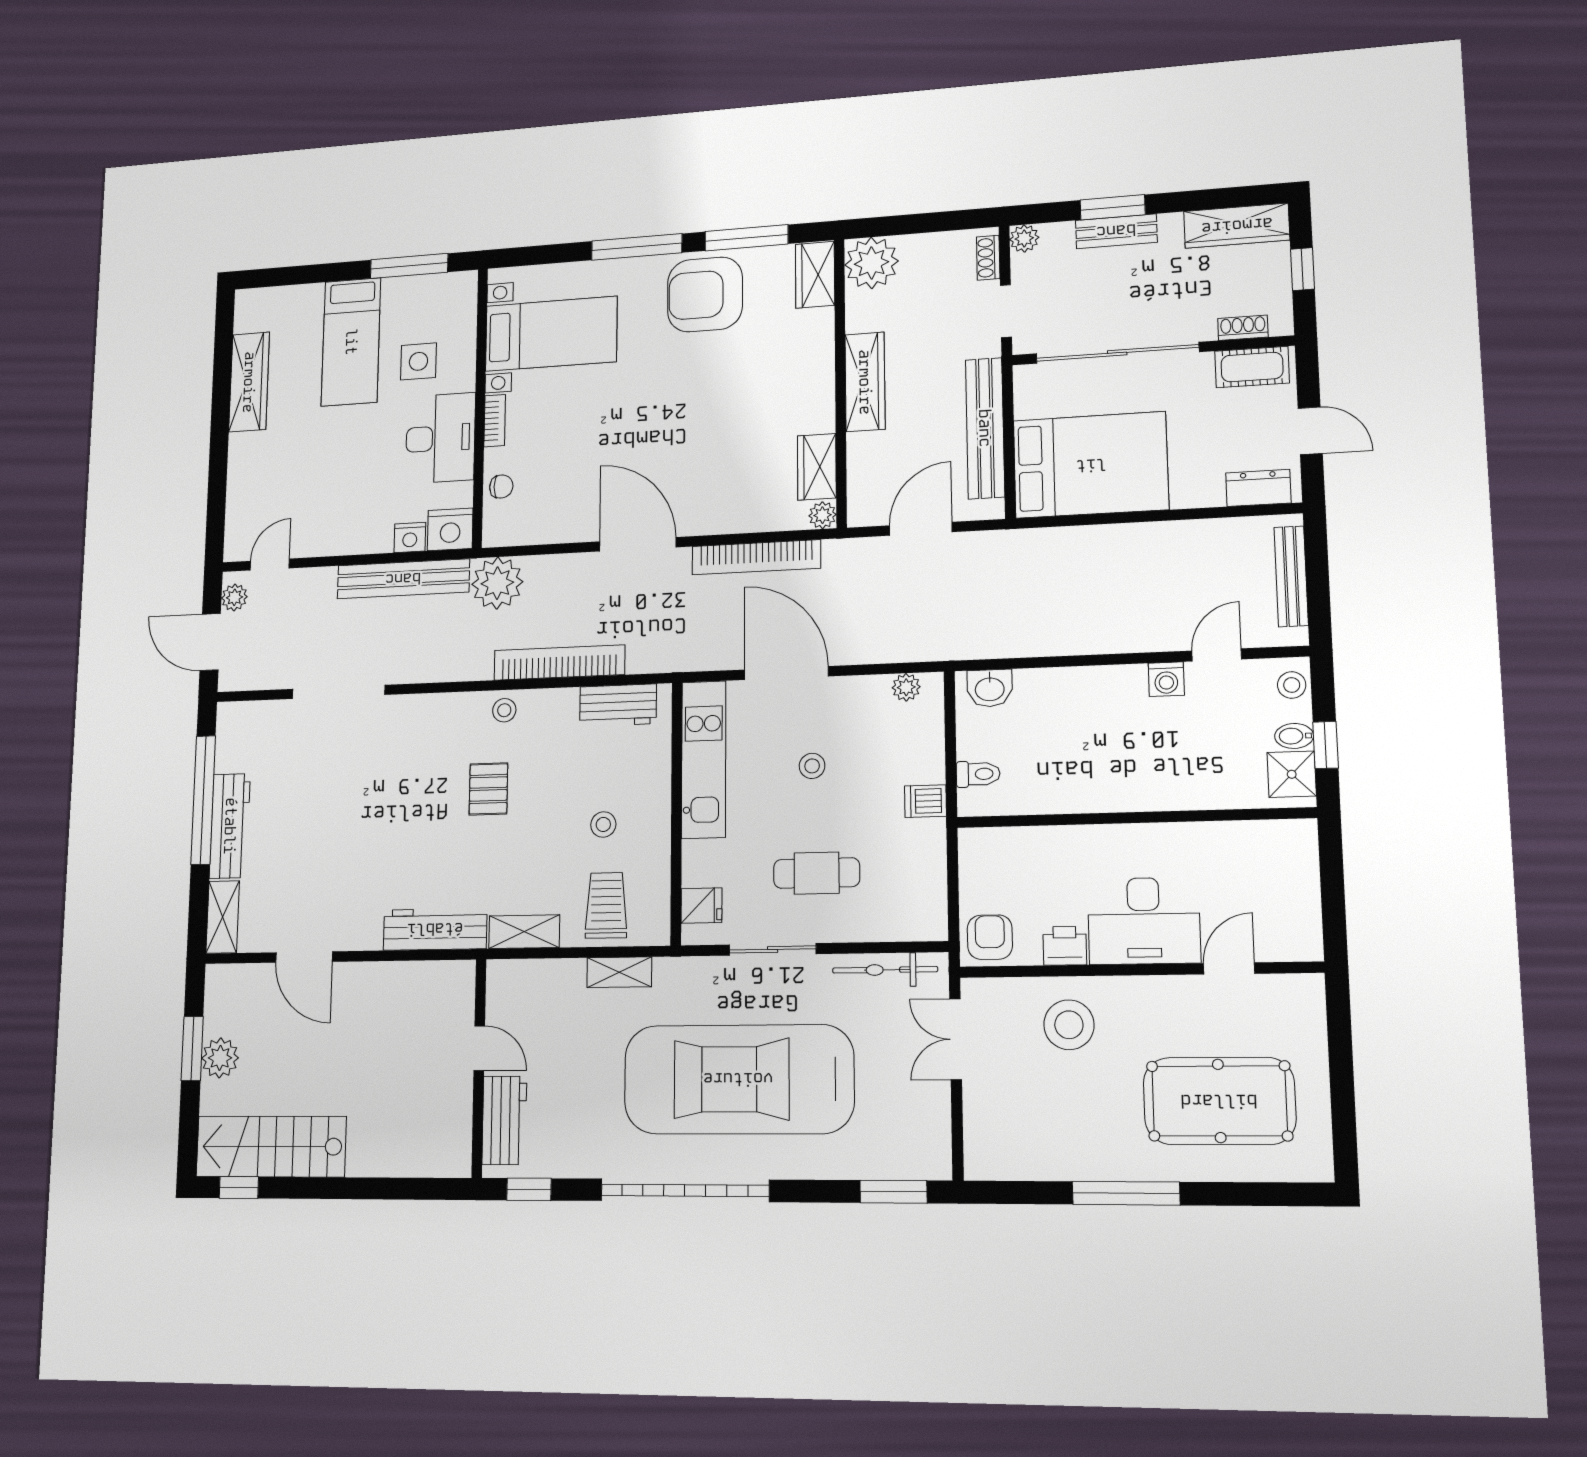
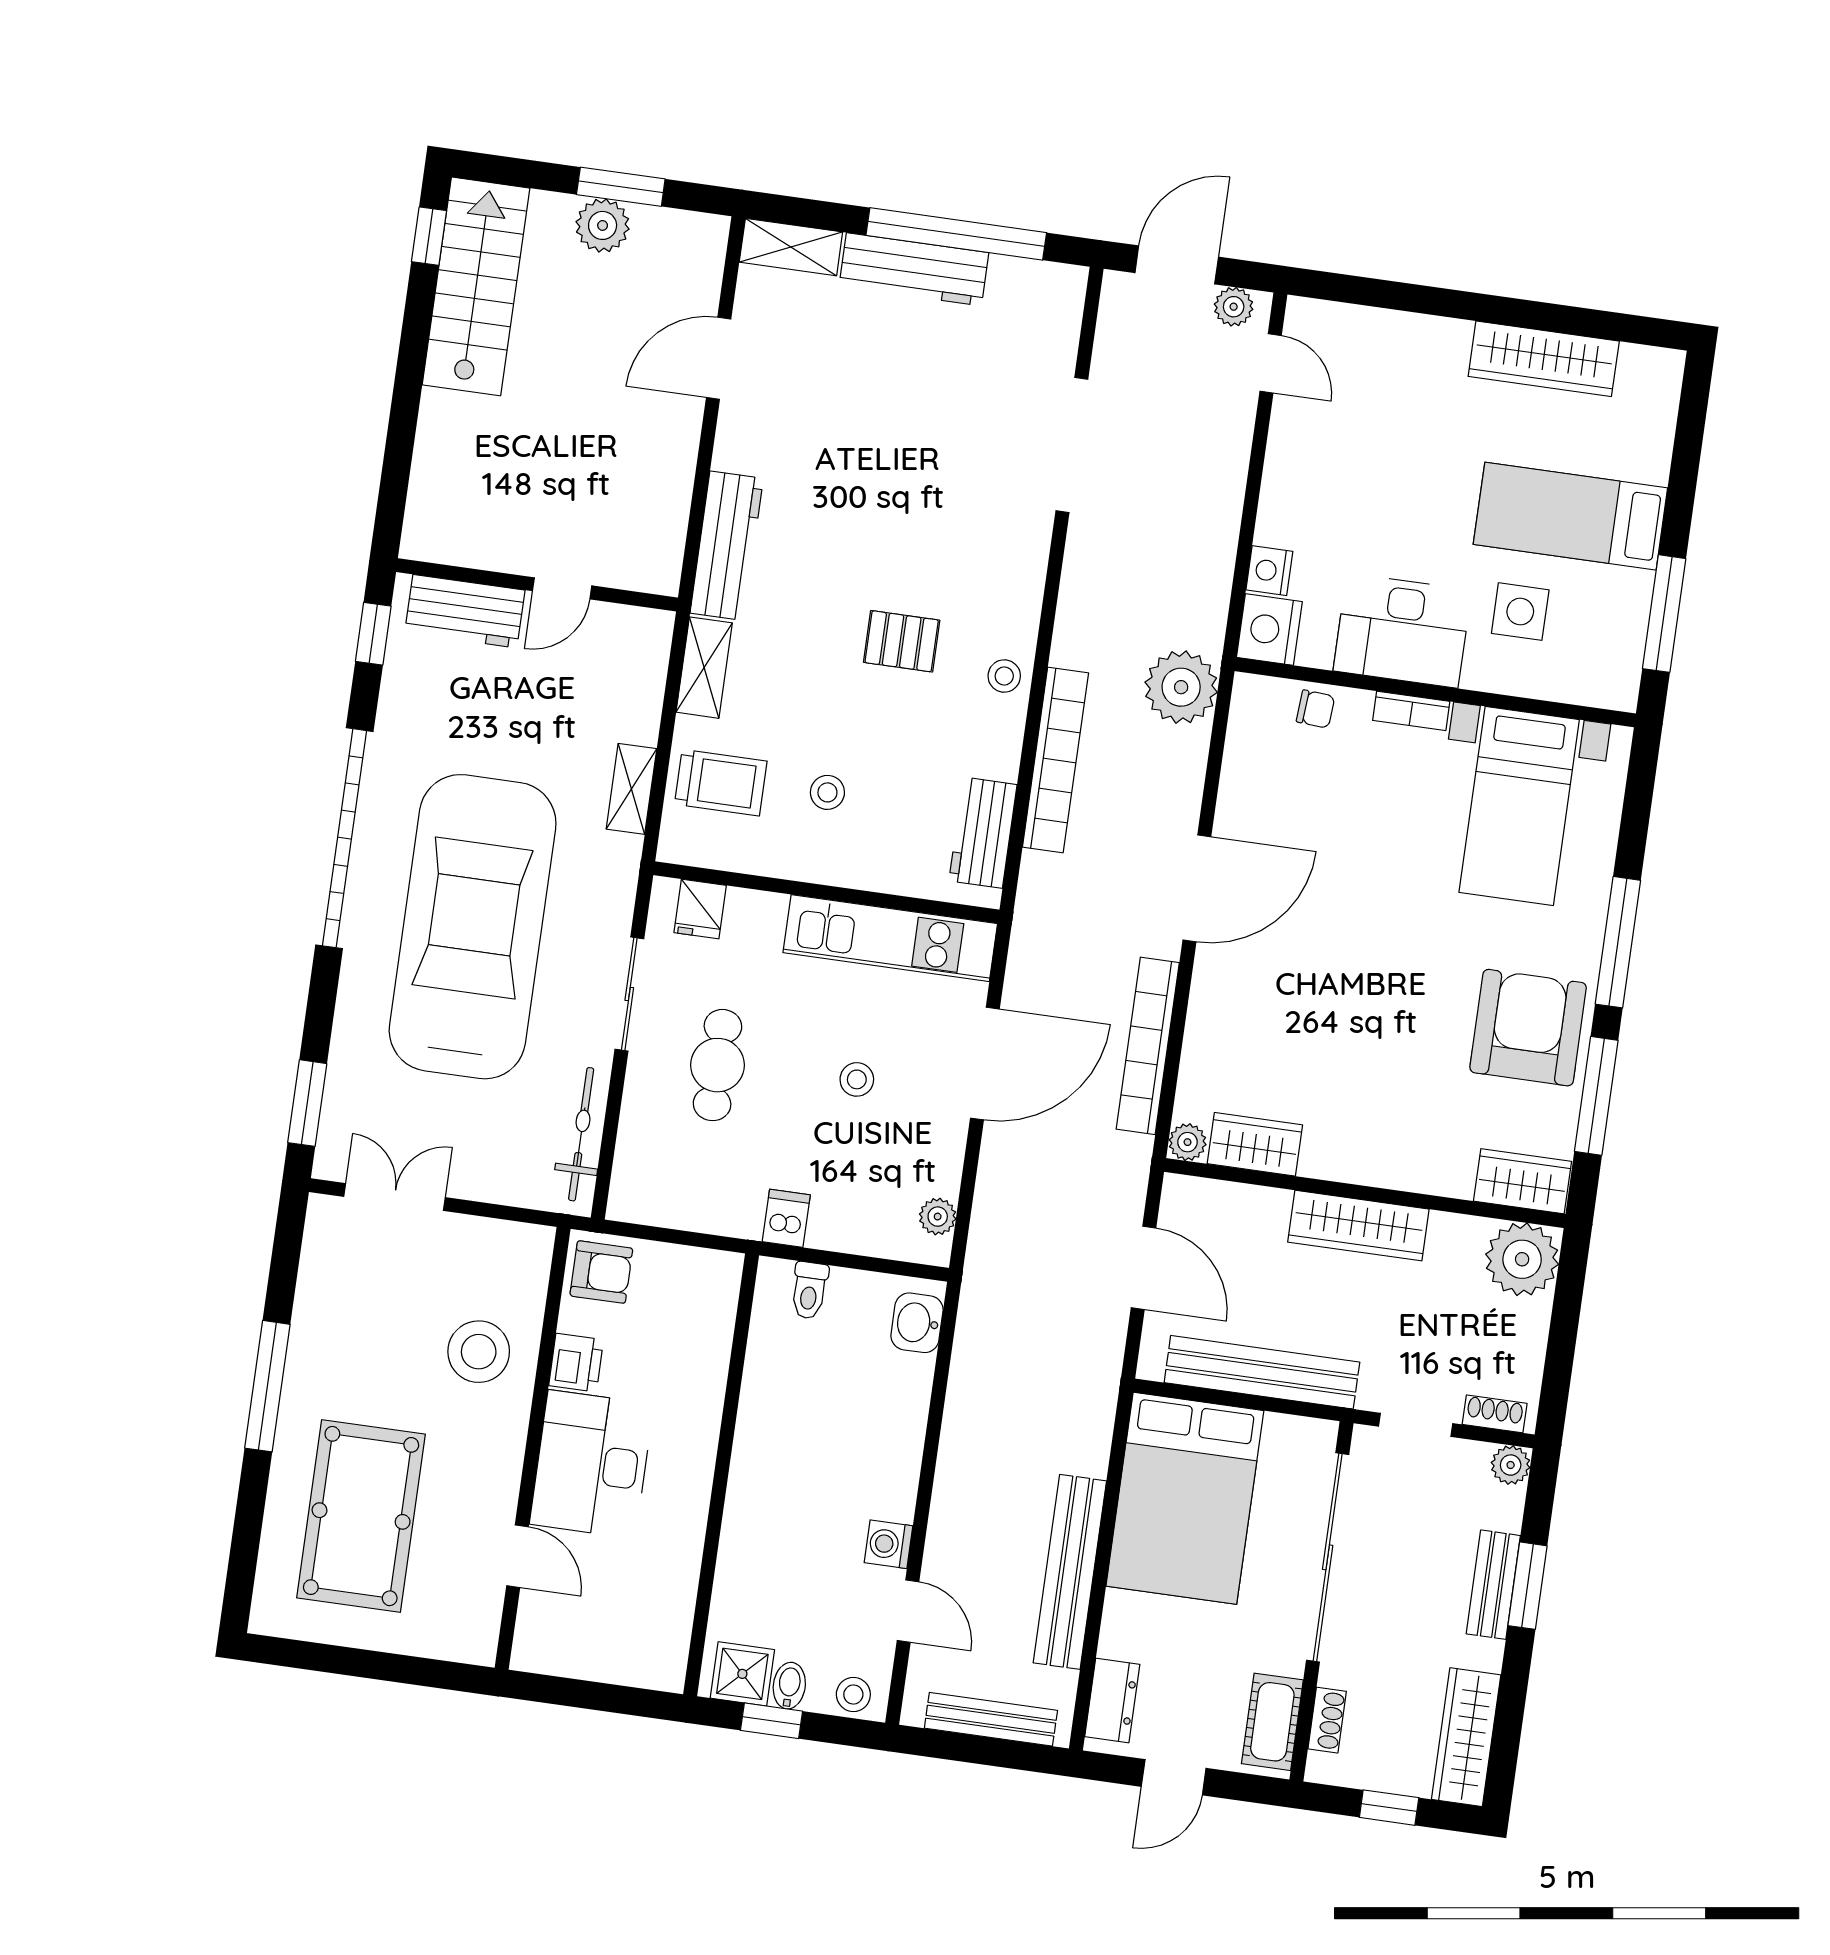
chair: (501, 487) -> (1315, 709), turned -86
bench: (403, 579) -> (1070, 1572), moved
double door: (956, 1039) -> (395, 1197), moved

